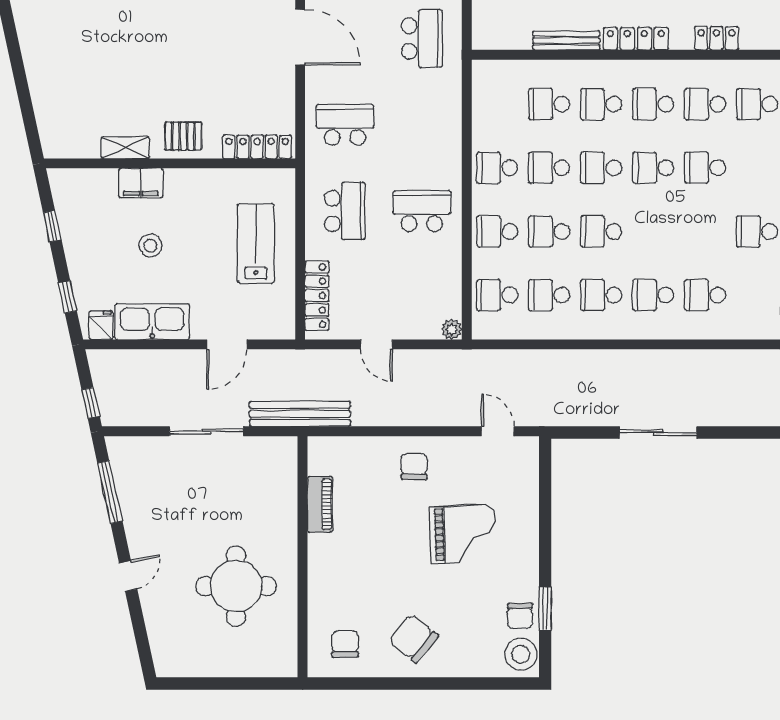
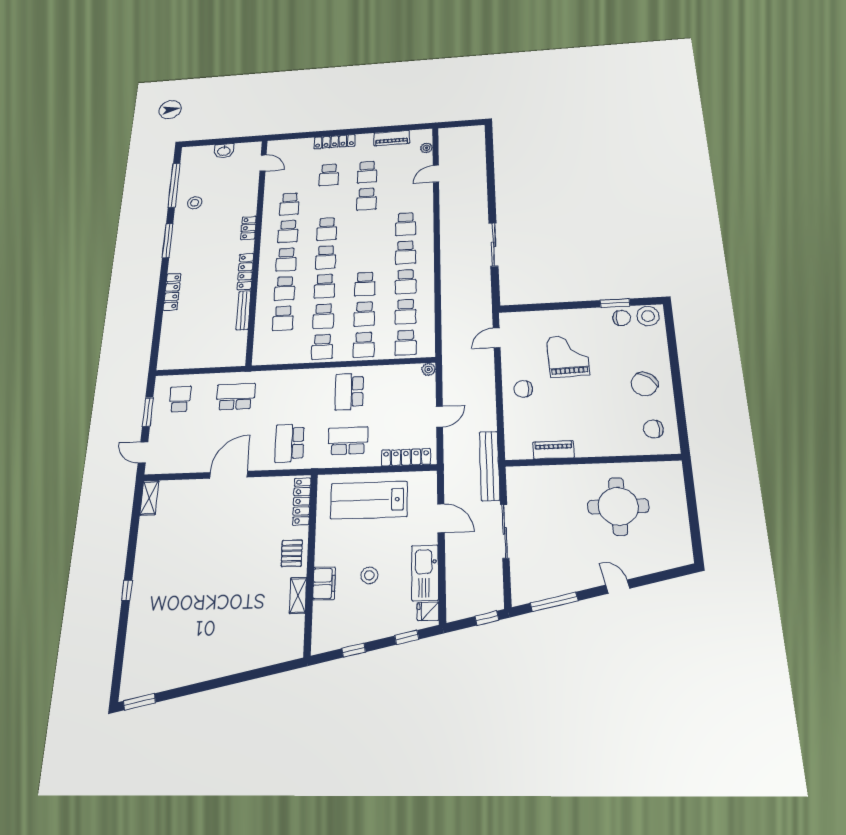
lab bench: (256, 243) -> (369, 500), width x1.36, depth x1.39

